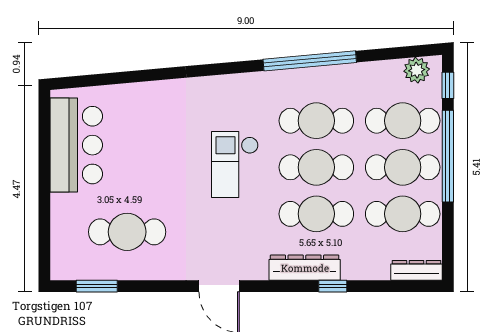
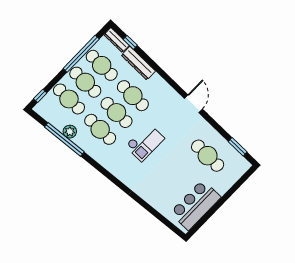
window: (310, 61) -> (64, 139), moved
plant: (417, 70) -> (70, 132), moved
window: (448, 156) -> (81, 54), moved
dresser: (305, 268) -> (138, 63), moved
window: (333, 286) -> (130, 42), moved

